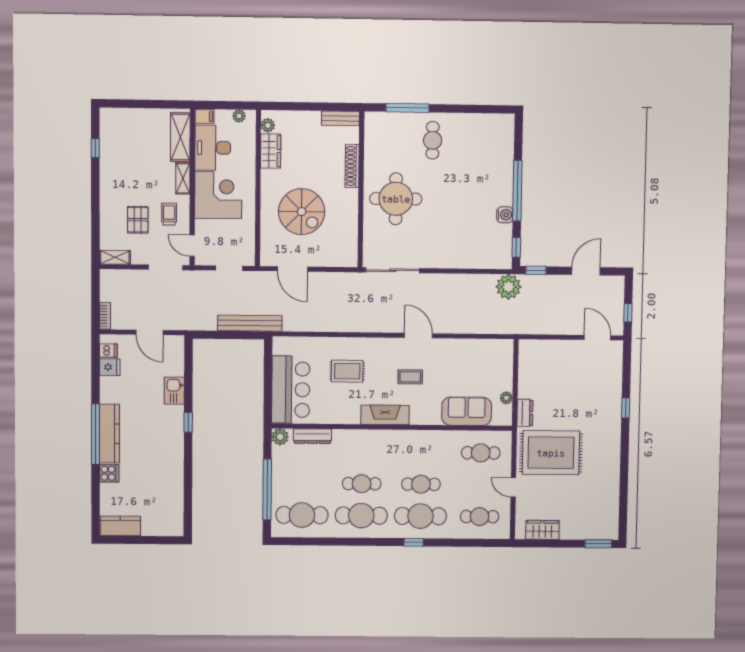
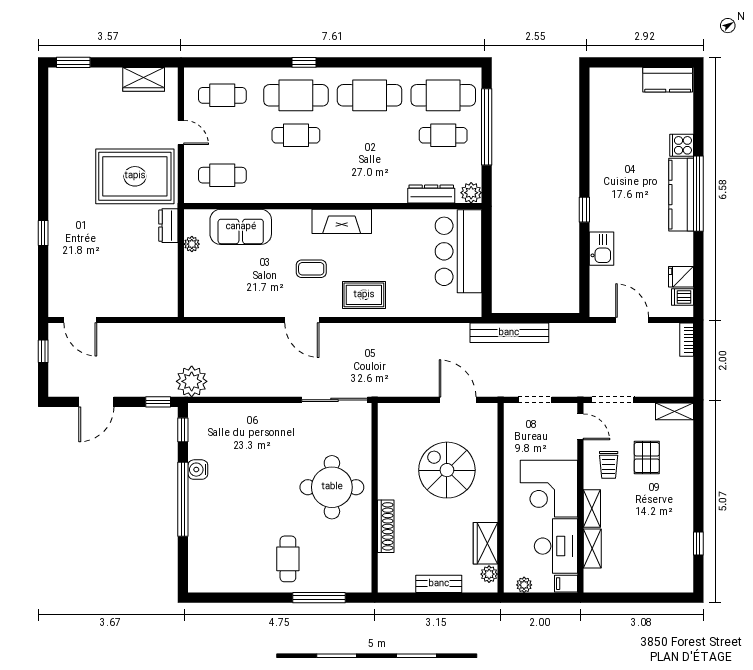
bench: (341, 118) -> (439, 584), moved
shelving: (180, 137) -> (592, 549), width x0.67, depth x0.75
rug: (347, 371) -> (364, 295), moved
cafe table: (362, 484) -> (443, 135), moved

